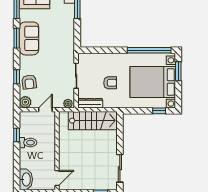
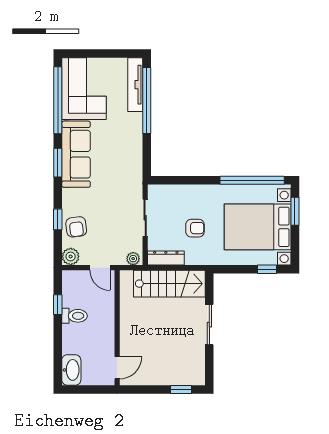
sofa: (29, 38) -> (76, 154), width x1.36
door: (45, 110) -> (100, 268), swing flipped
sliding door: (120, 168) -> (209, 325), moved

